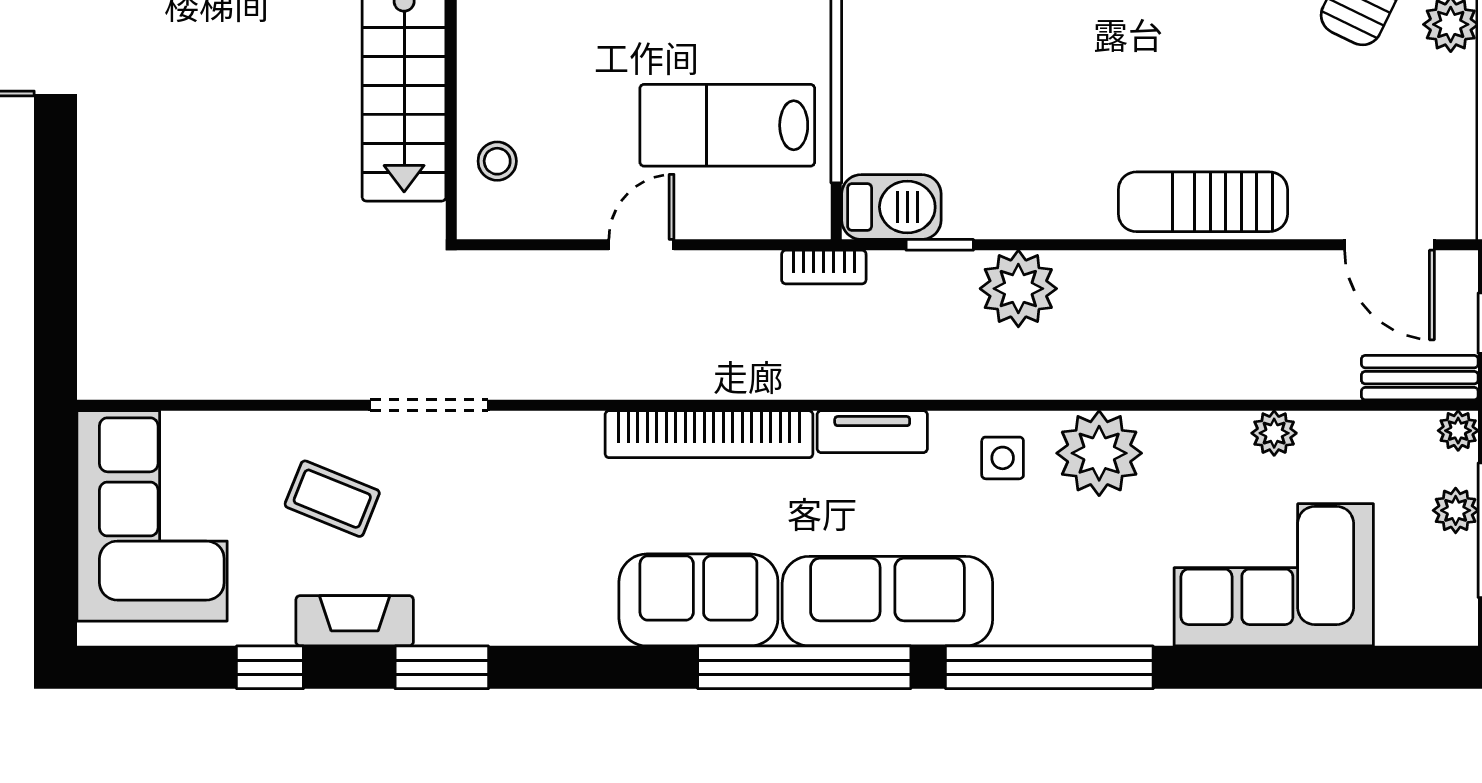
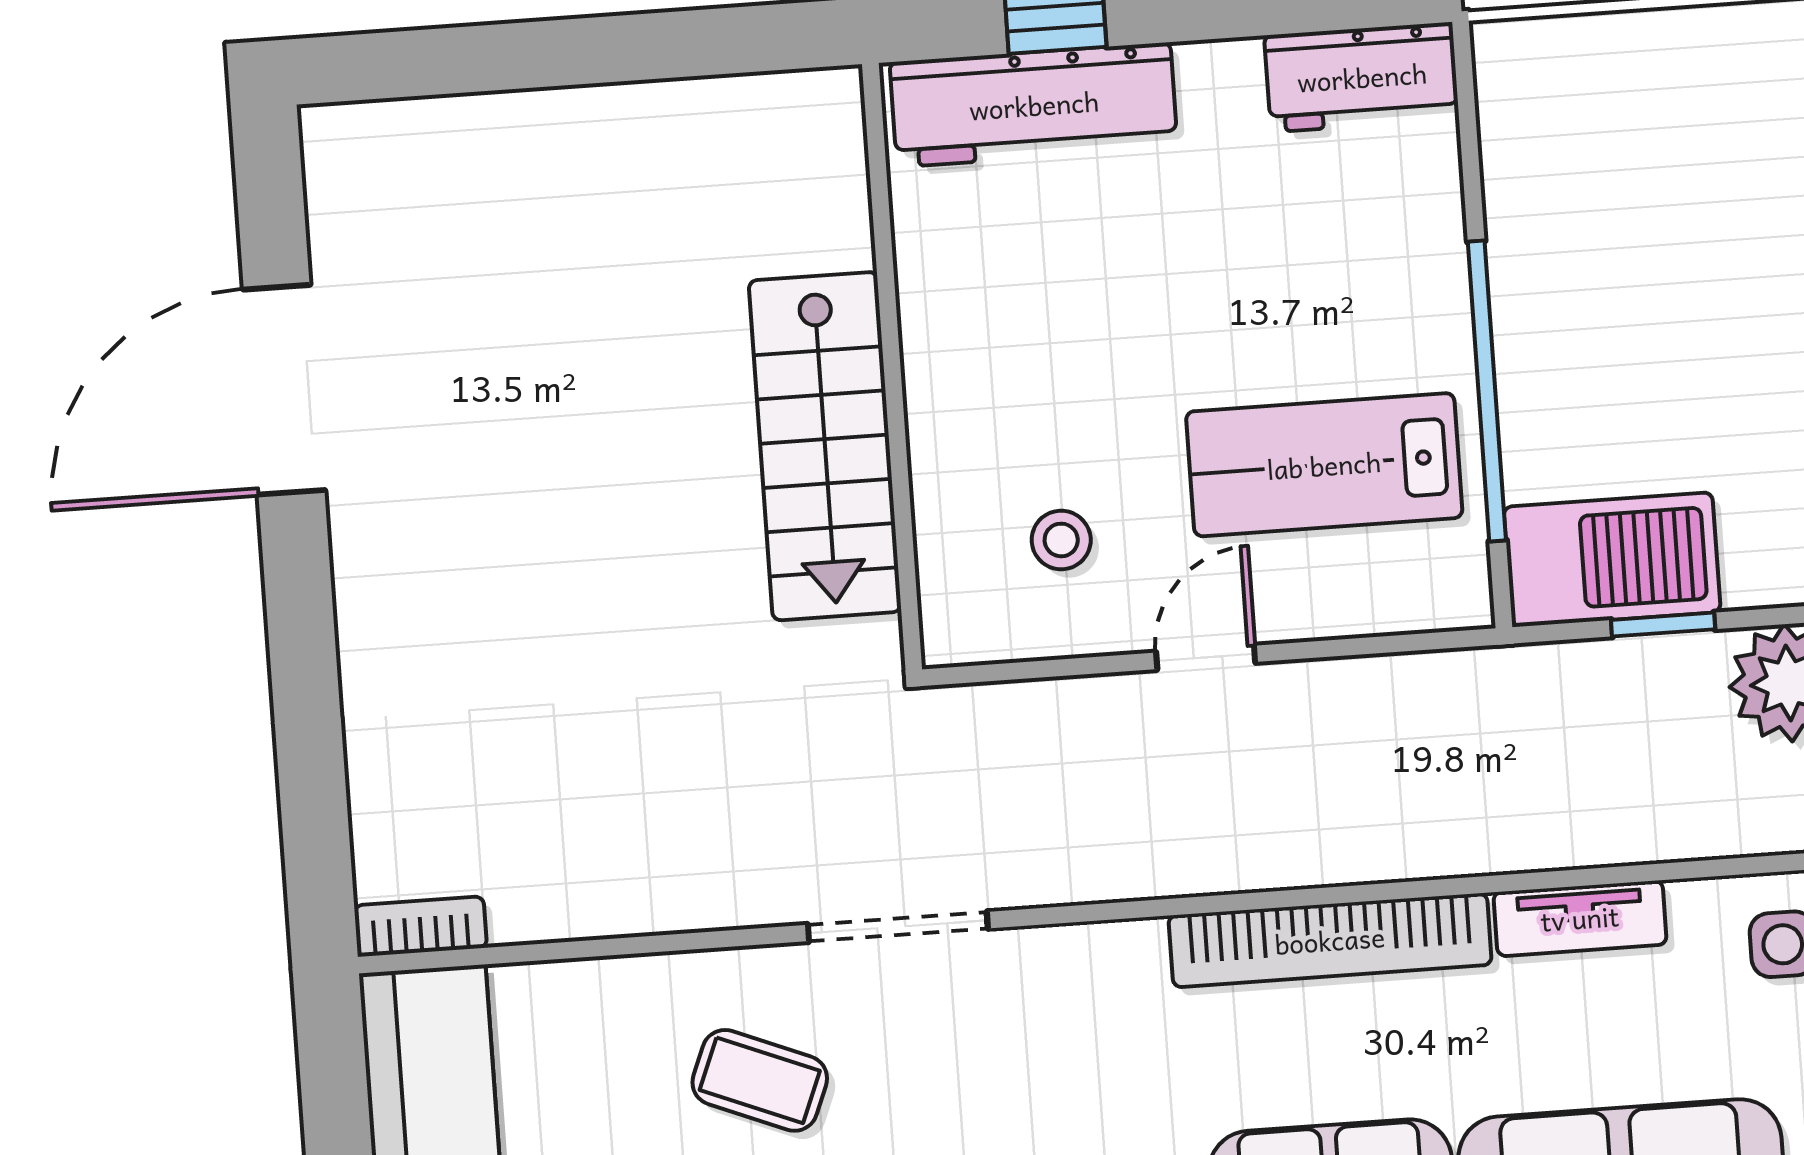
stool: (497, 161) -> (1061, 540), moved
barbecue: (891, 207) -> (1612, 560), width x1.37, depth x1.21
bookcase: (824, 267) -> (420, 927), moved, turned 180

